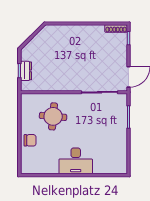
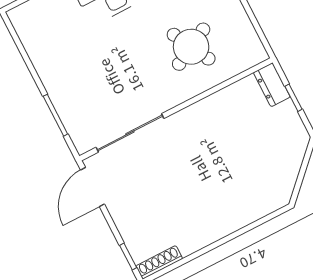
dresser: (26, 71) -> (272, 85), moved
round table: (53, 116) -> (191, 47), turned -33

